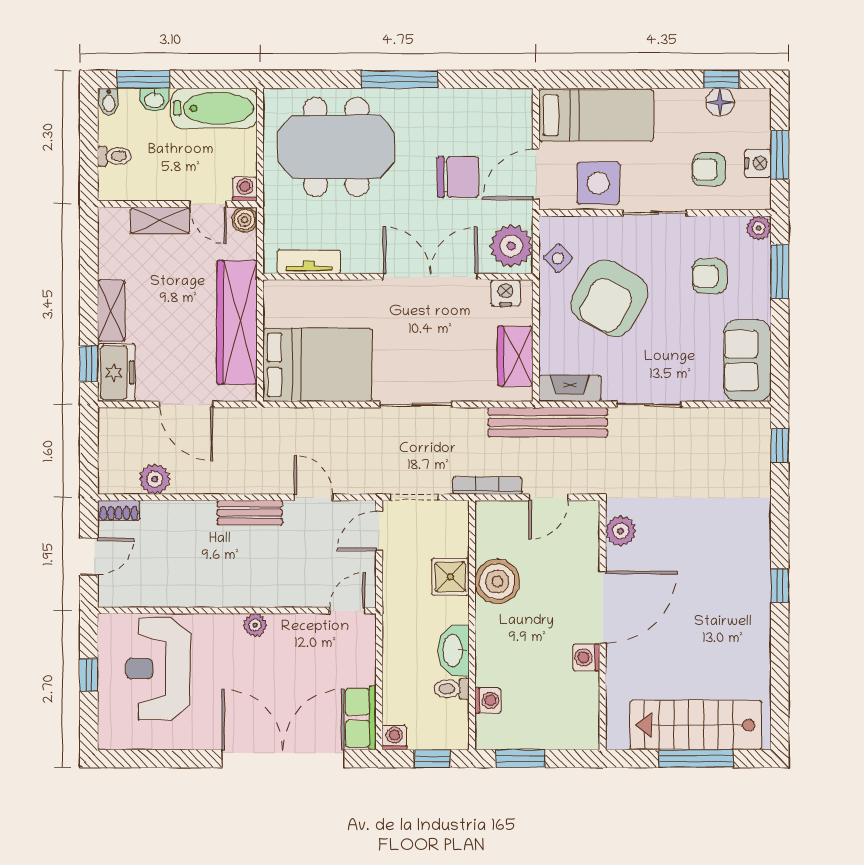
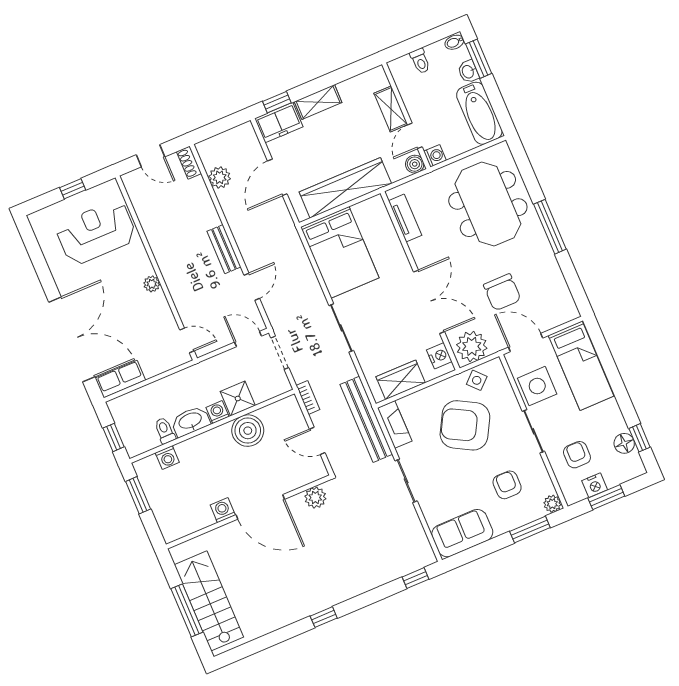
bookcase: (487, 486) -> (308, 397), width x0.64
washing machine: (394, 738) -> (218, 412), moved, turned -90

